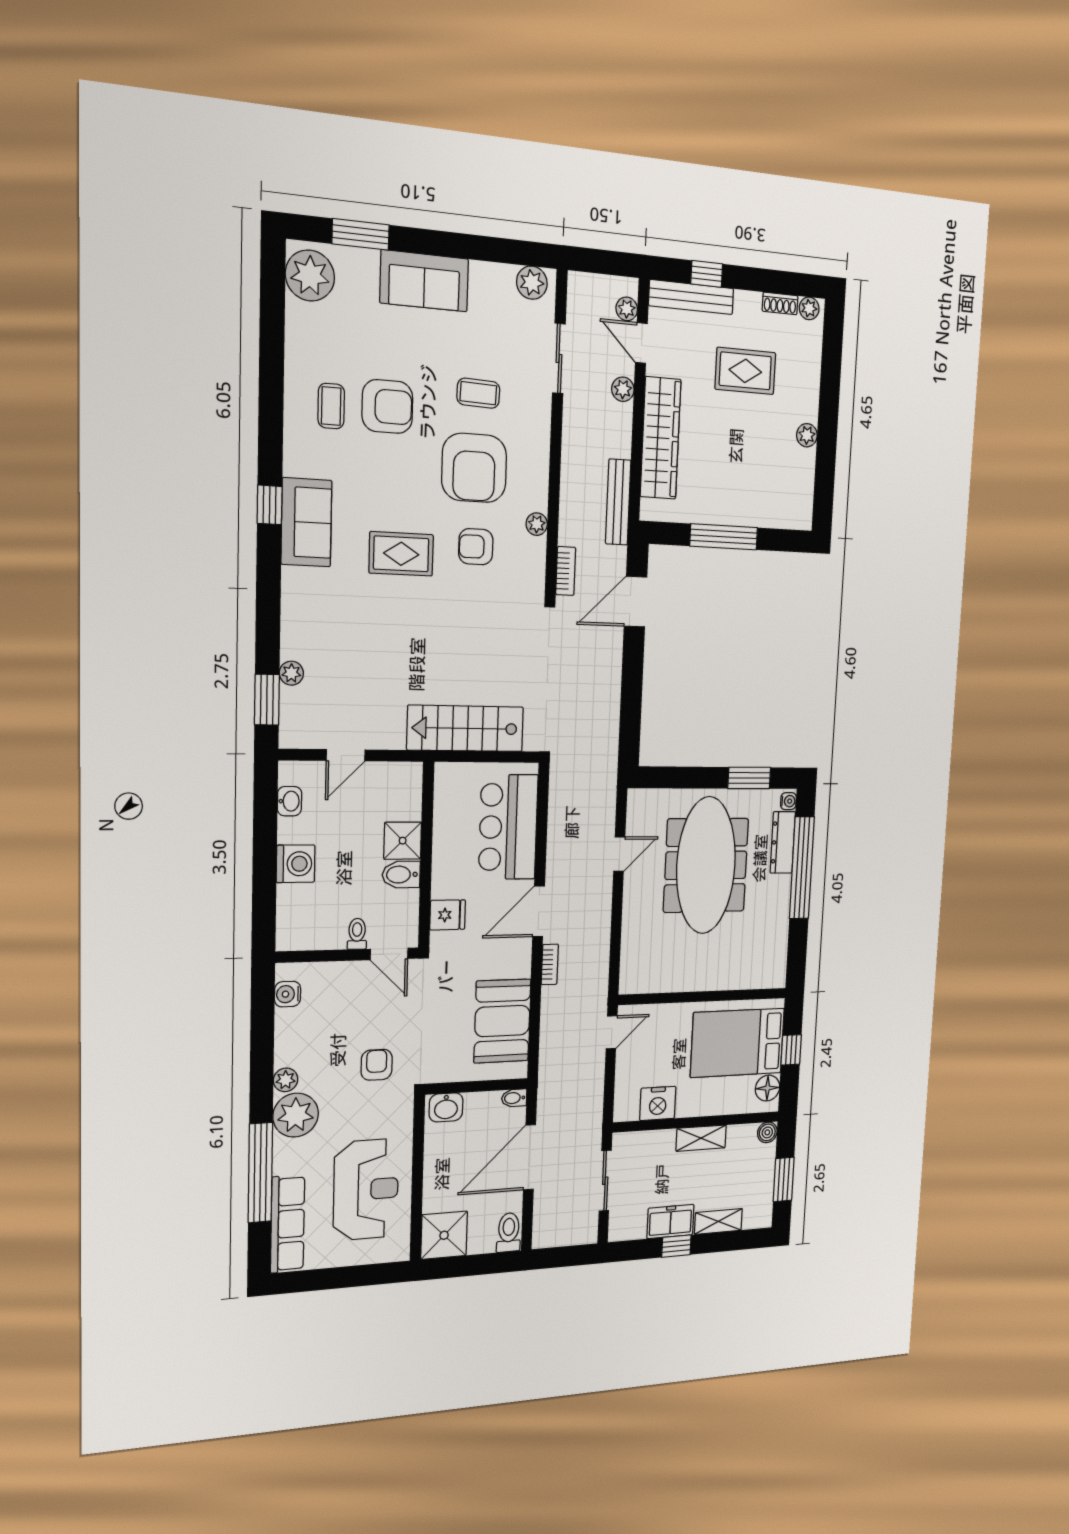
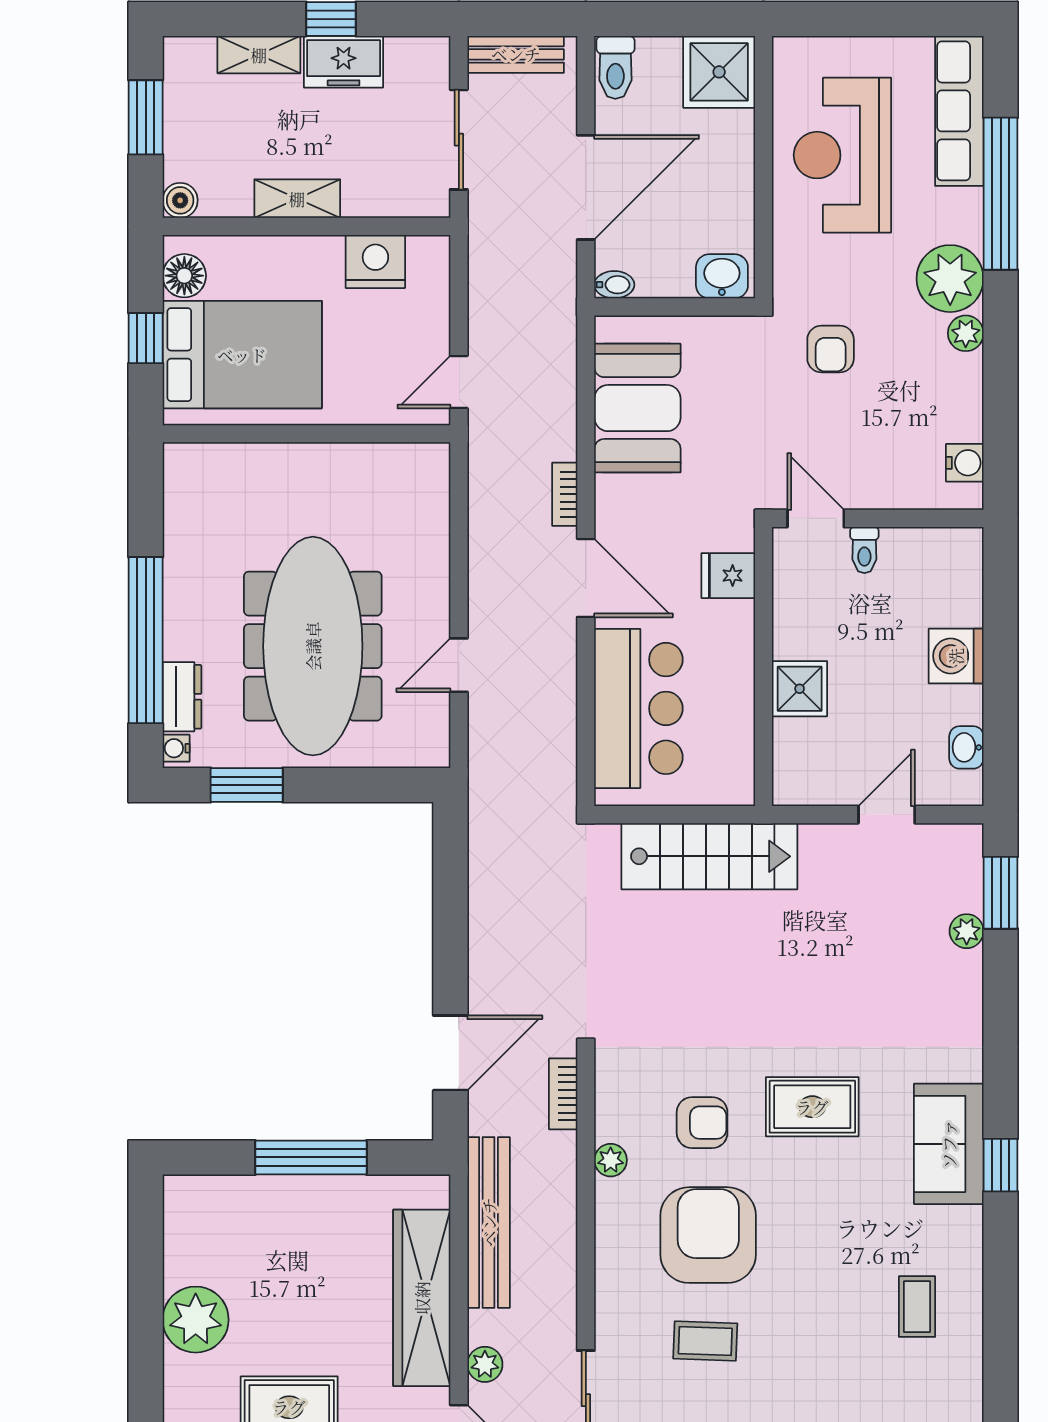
armchair: (387, 407) -> (837, 1312), removed
plant: (807, 435) -> (196, 1320), width x1.88, depth x1.88
bench: (618, 502) -> (489, 1222), width x1.37, depth x1.21
dresser: (783, 842) -> (182, 697), width x0.70
bidet: (401, 875) -> (801, 638), removed
door: (539, 911) -> (586, 578), hinge flipped
bench: (569, 1235) -> (516, 54), added

